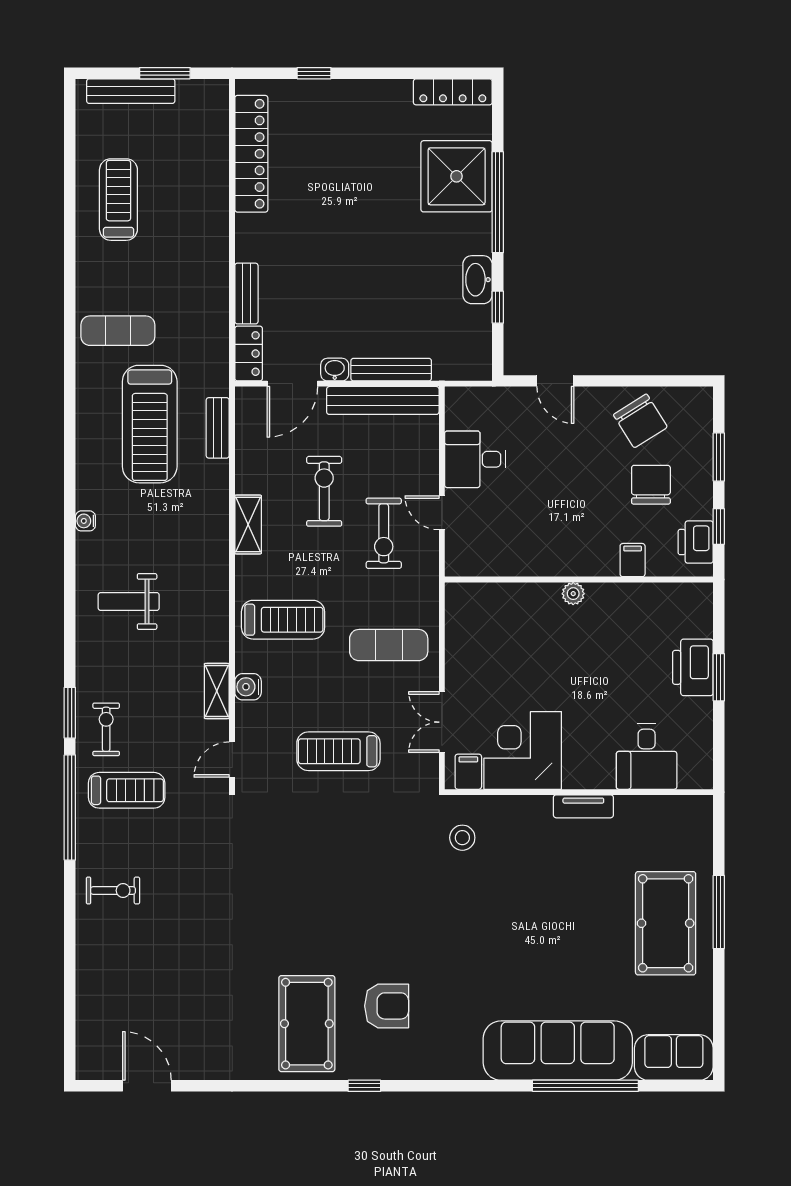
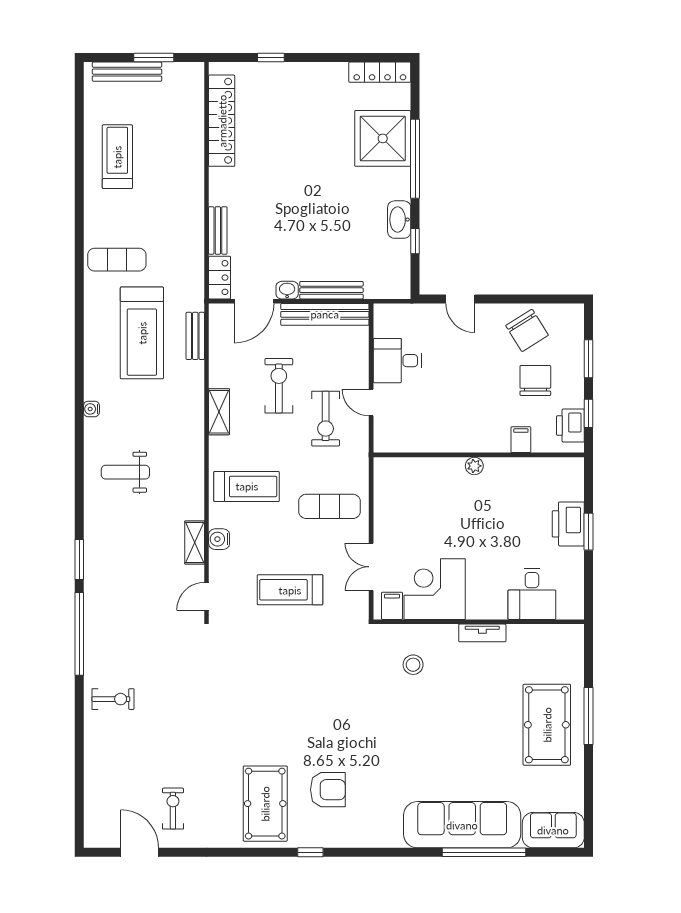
exercise bike: (106, 729) -> (173, 809), moved
treadmill: (127, 790) -> (124, 620), removed
stool: (462, 838) -> (413, 665), moved

